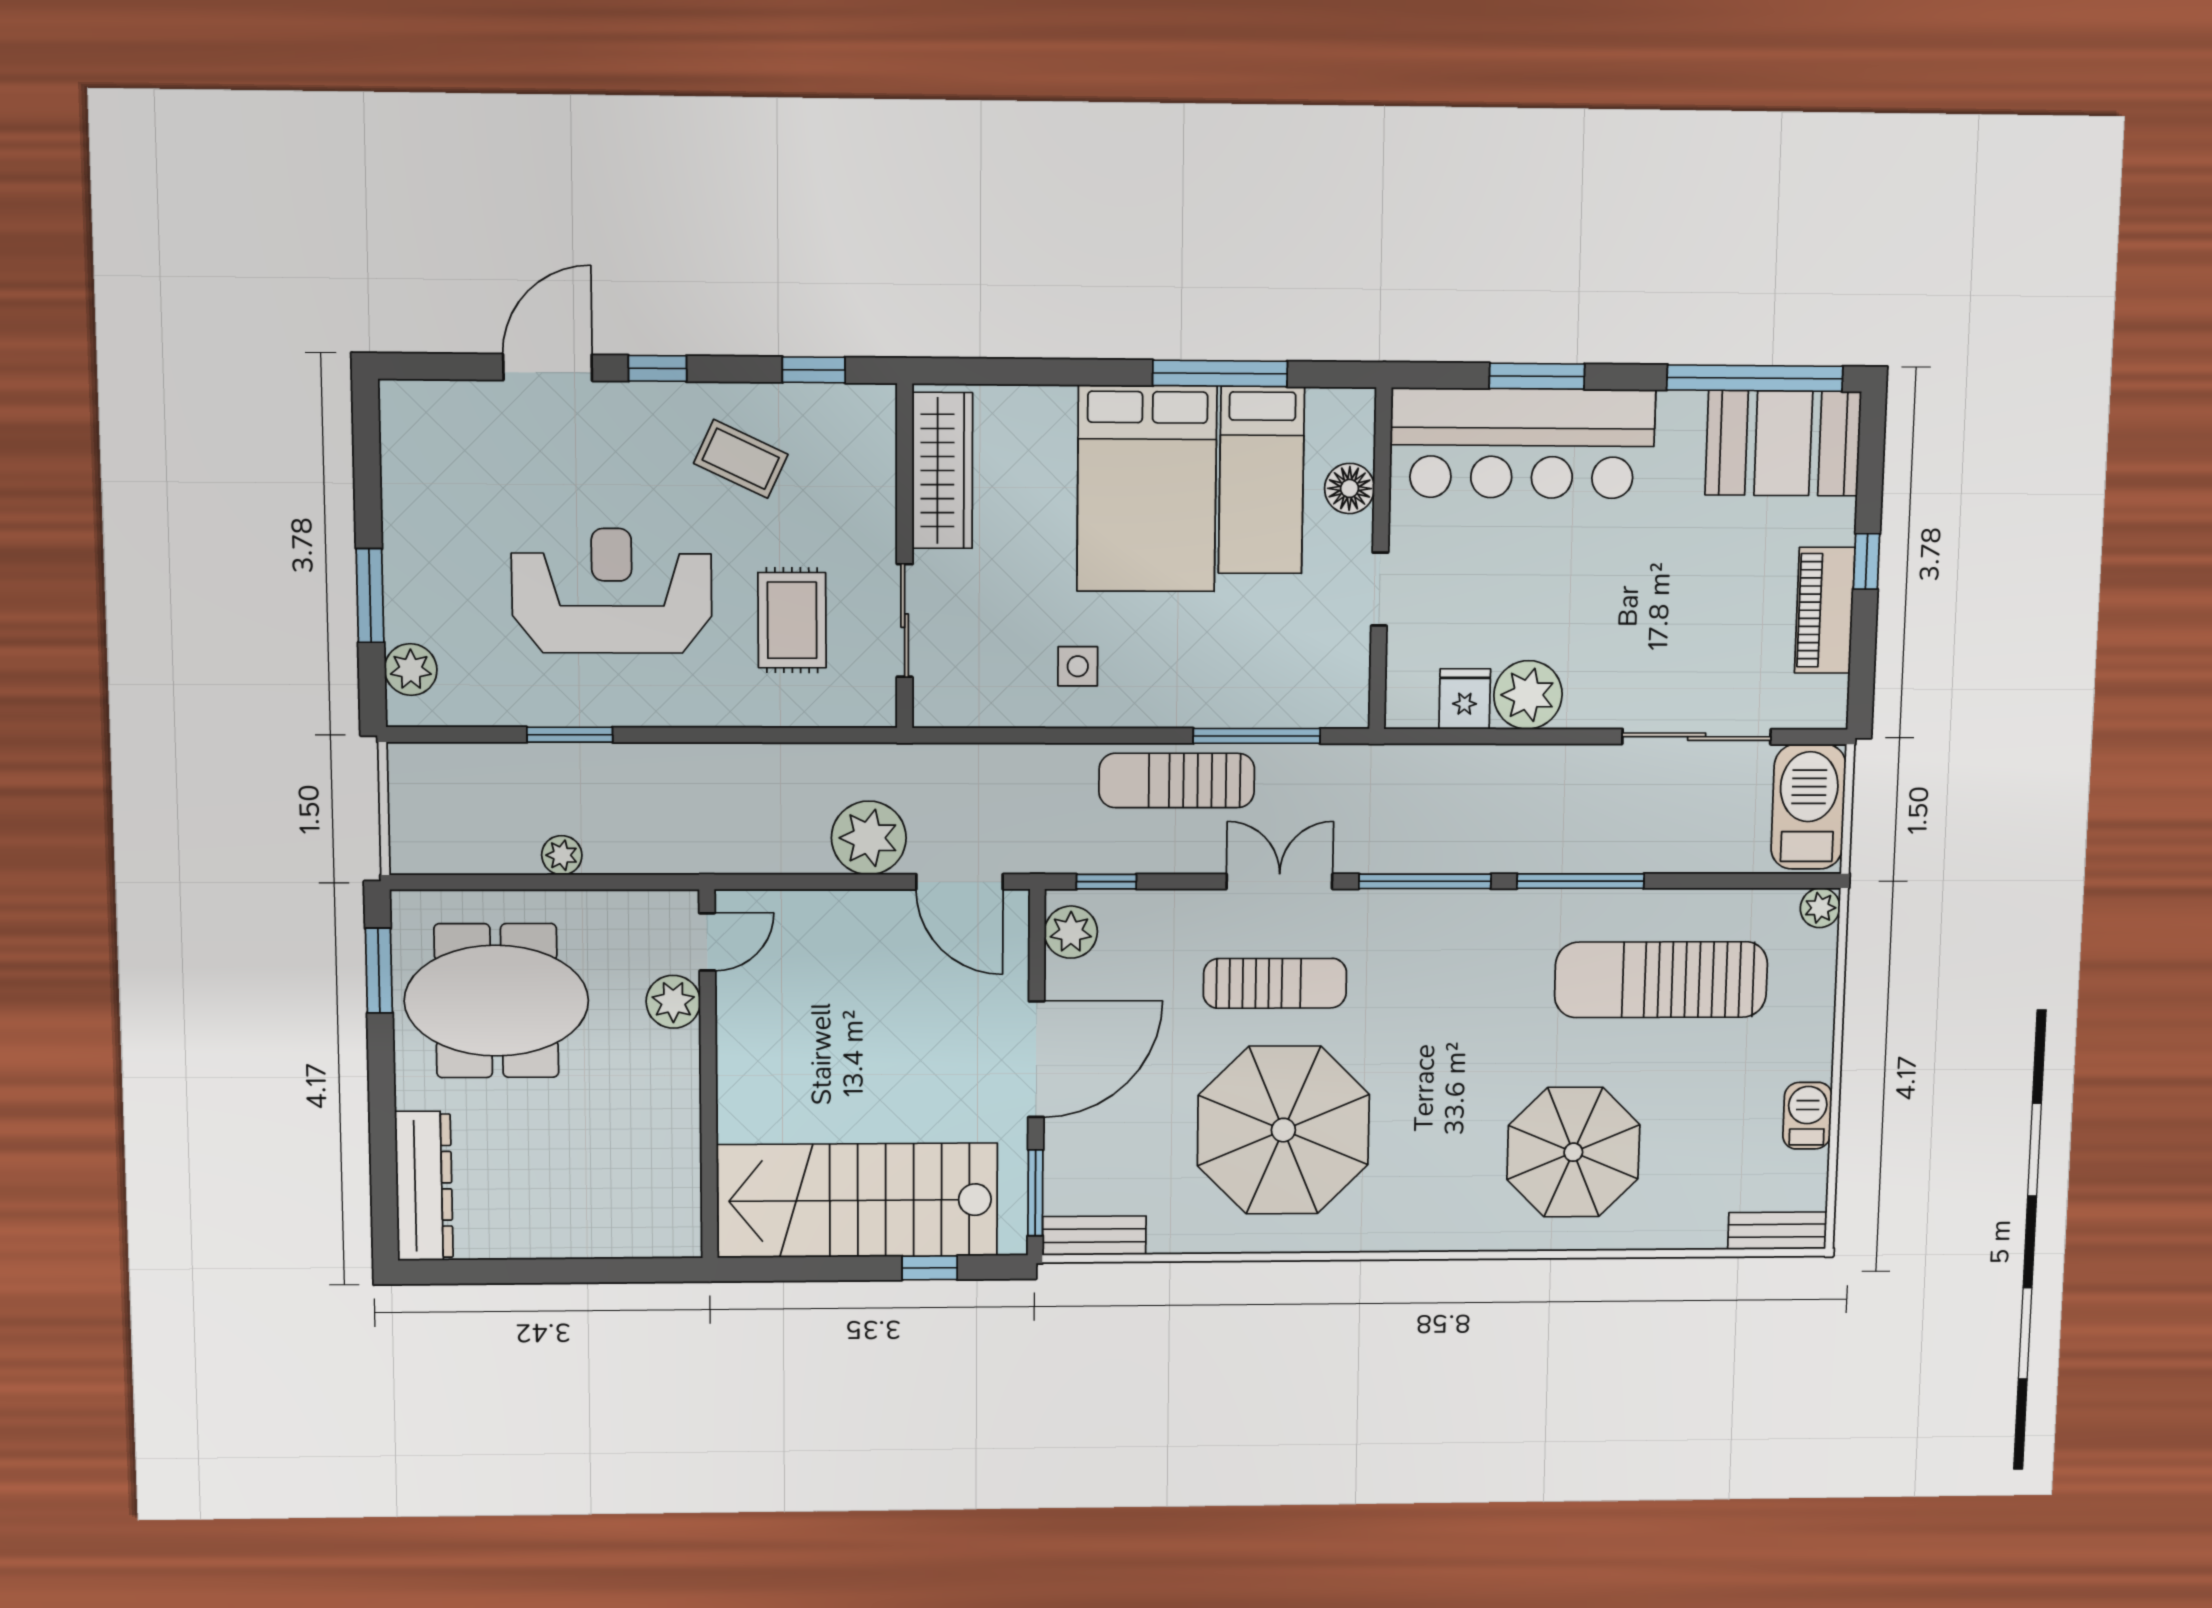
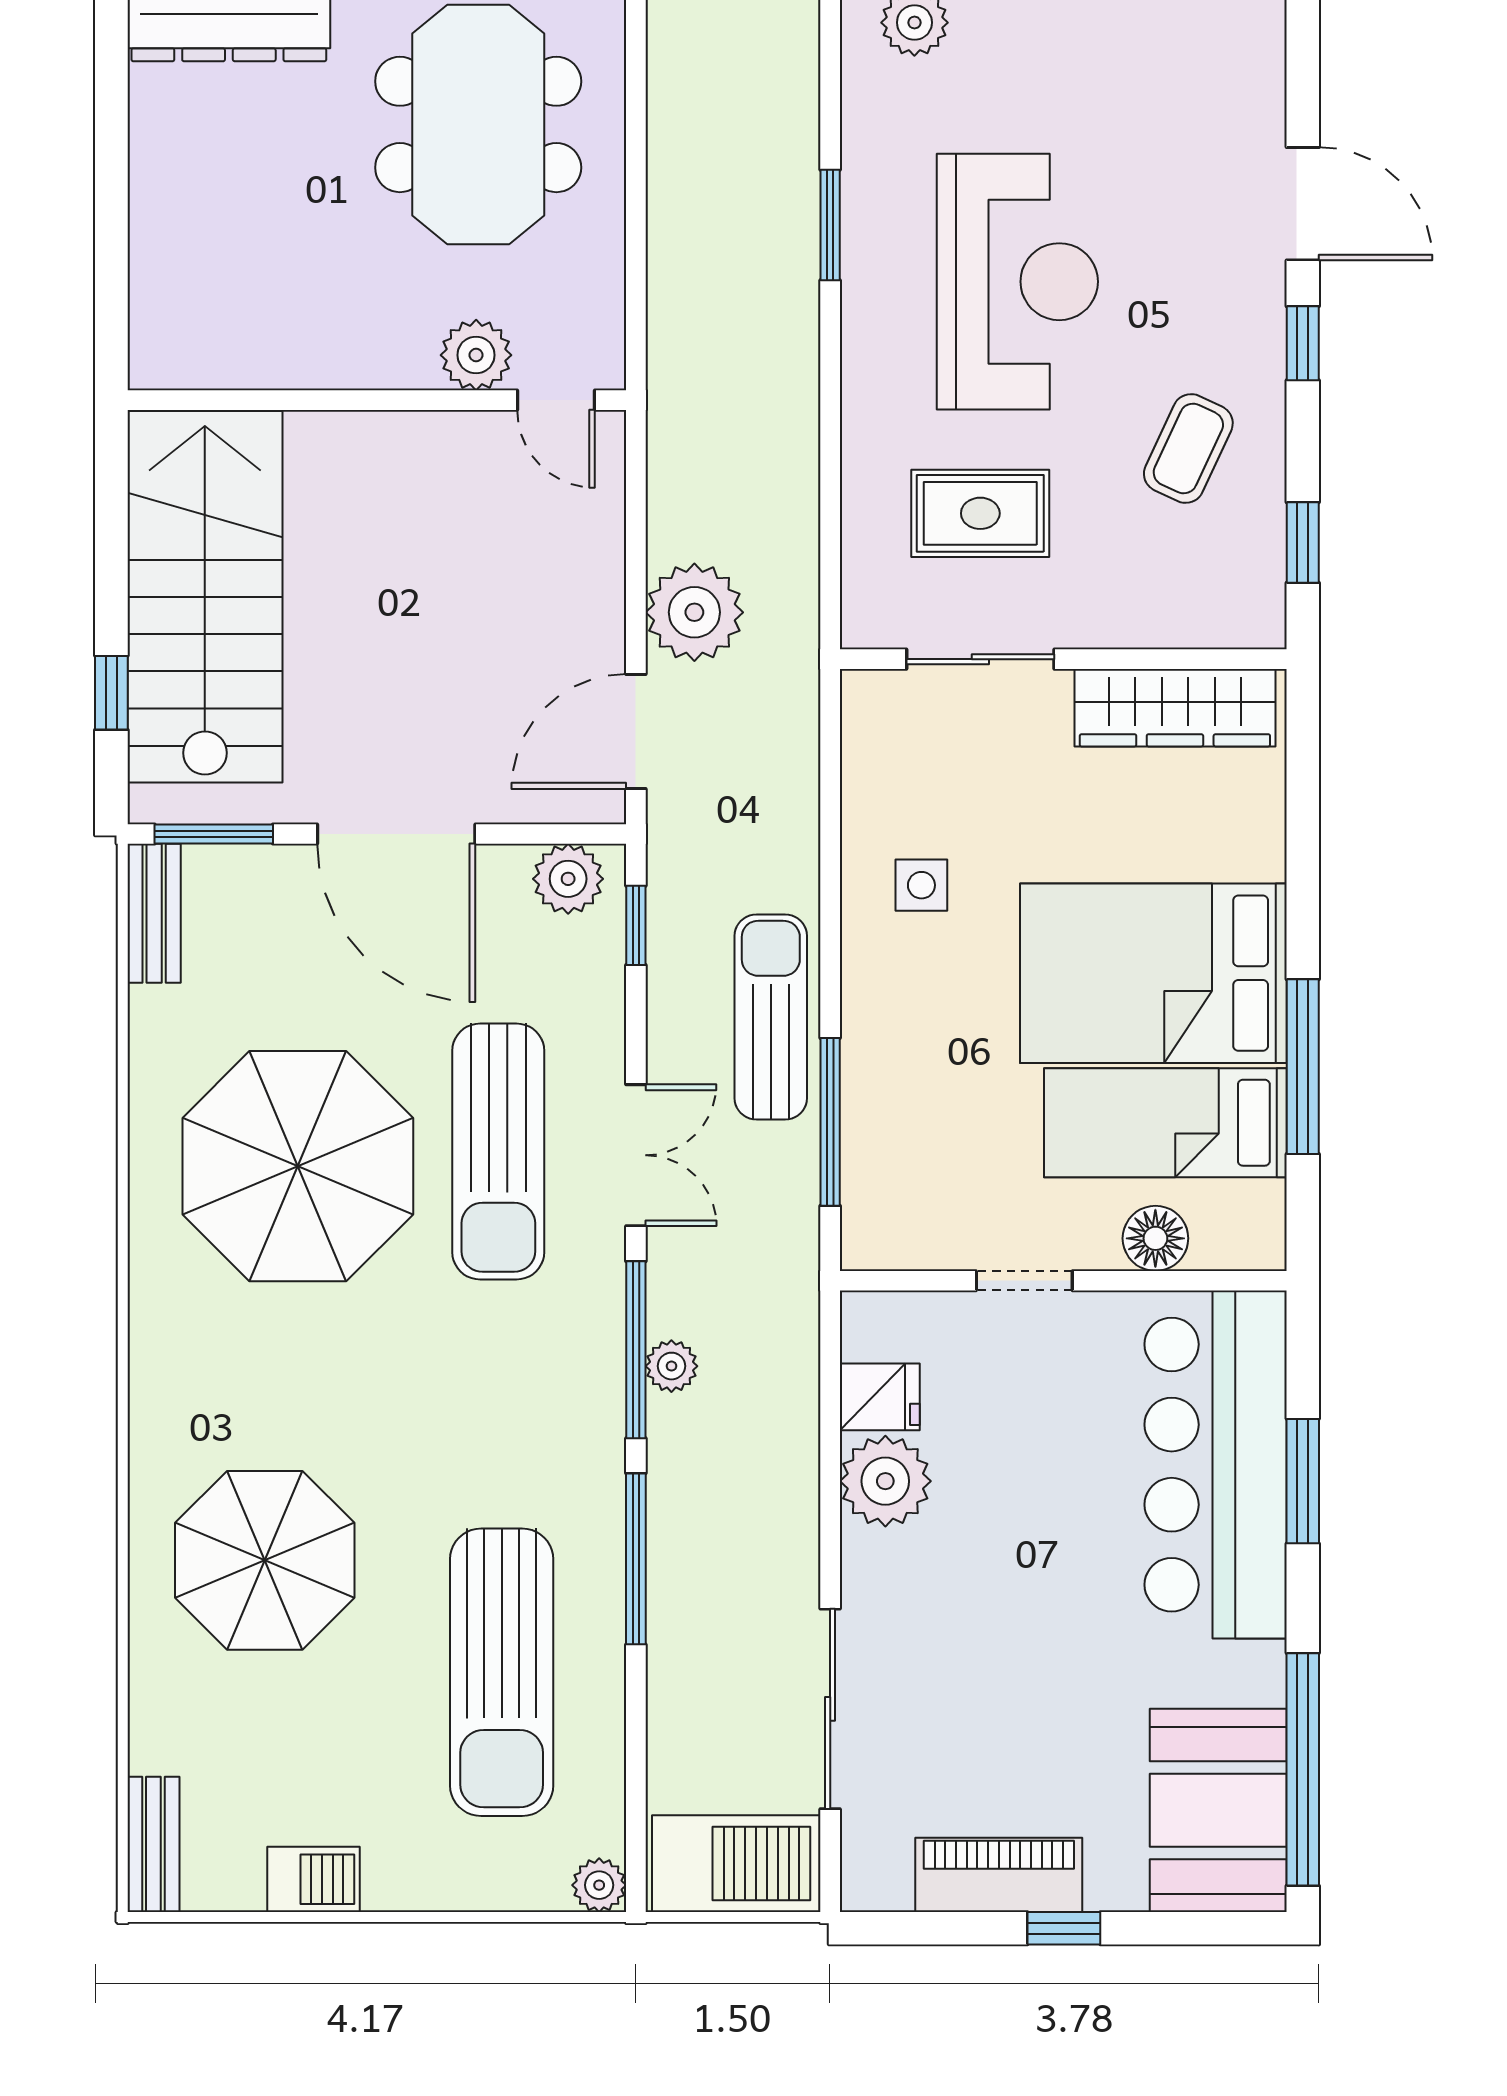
plant: (562, 855) -> (671, 1366), moved
sun lounger: (1661, 980) -> (502, 1672), turned 180
sun lounger: (1275, 983) -> (498, 1151), width x1.36, depth x1.34

